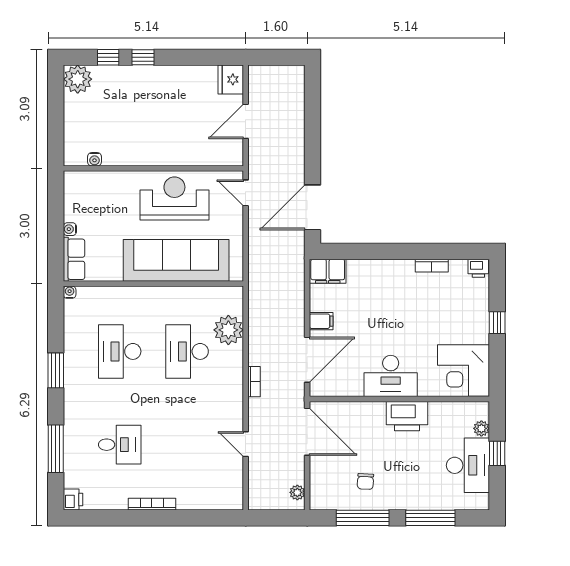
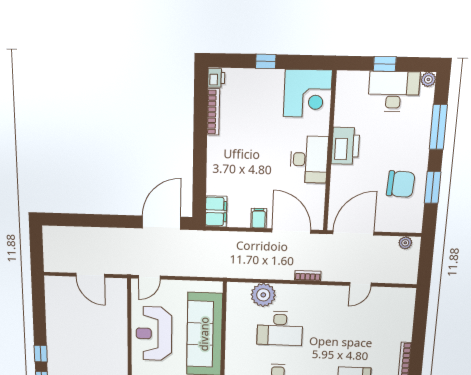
fridge: (231, 79) -> (56, 286), removed
door: (313, 207) -> (162, 223), swing flipped
bookcase: (432, 266) -> (213, 112), width x1.56
plant: (481, 428) -> (428, 79), moved
chair: (365, 481) -> (401, 184), width x1.87, depth x1.87
window: (363, 518) -> (433, 187), width x0.69

